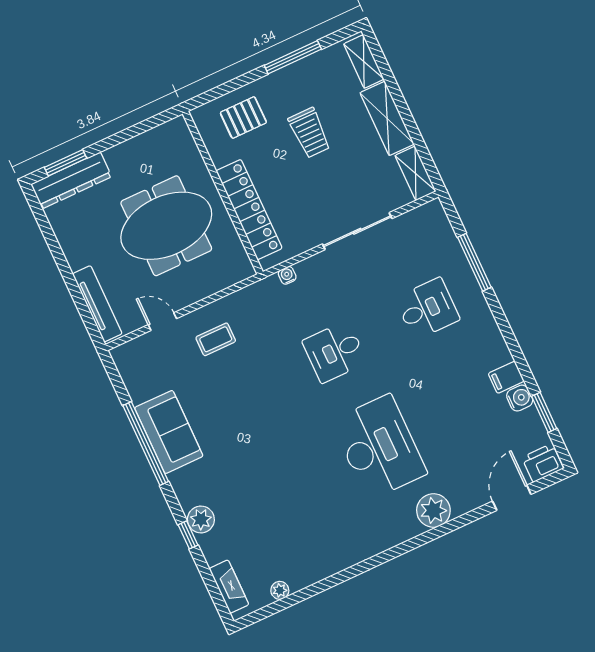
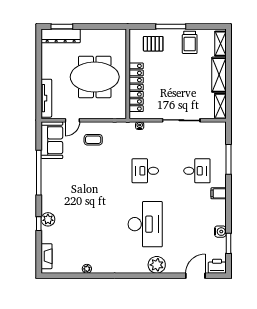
window: (293, 57) -> (171, 27), moved
trolley: (310, 133) -> (190, 42), moved
door: (162, 322) -> (72, 120), swing flipped
filing cabinet: (506, 377) -> (219, 193), moved
sofa: (169, 432) -> (52, 140), moved
plant: (280, 590) -> (87, 269), moved

